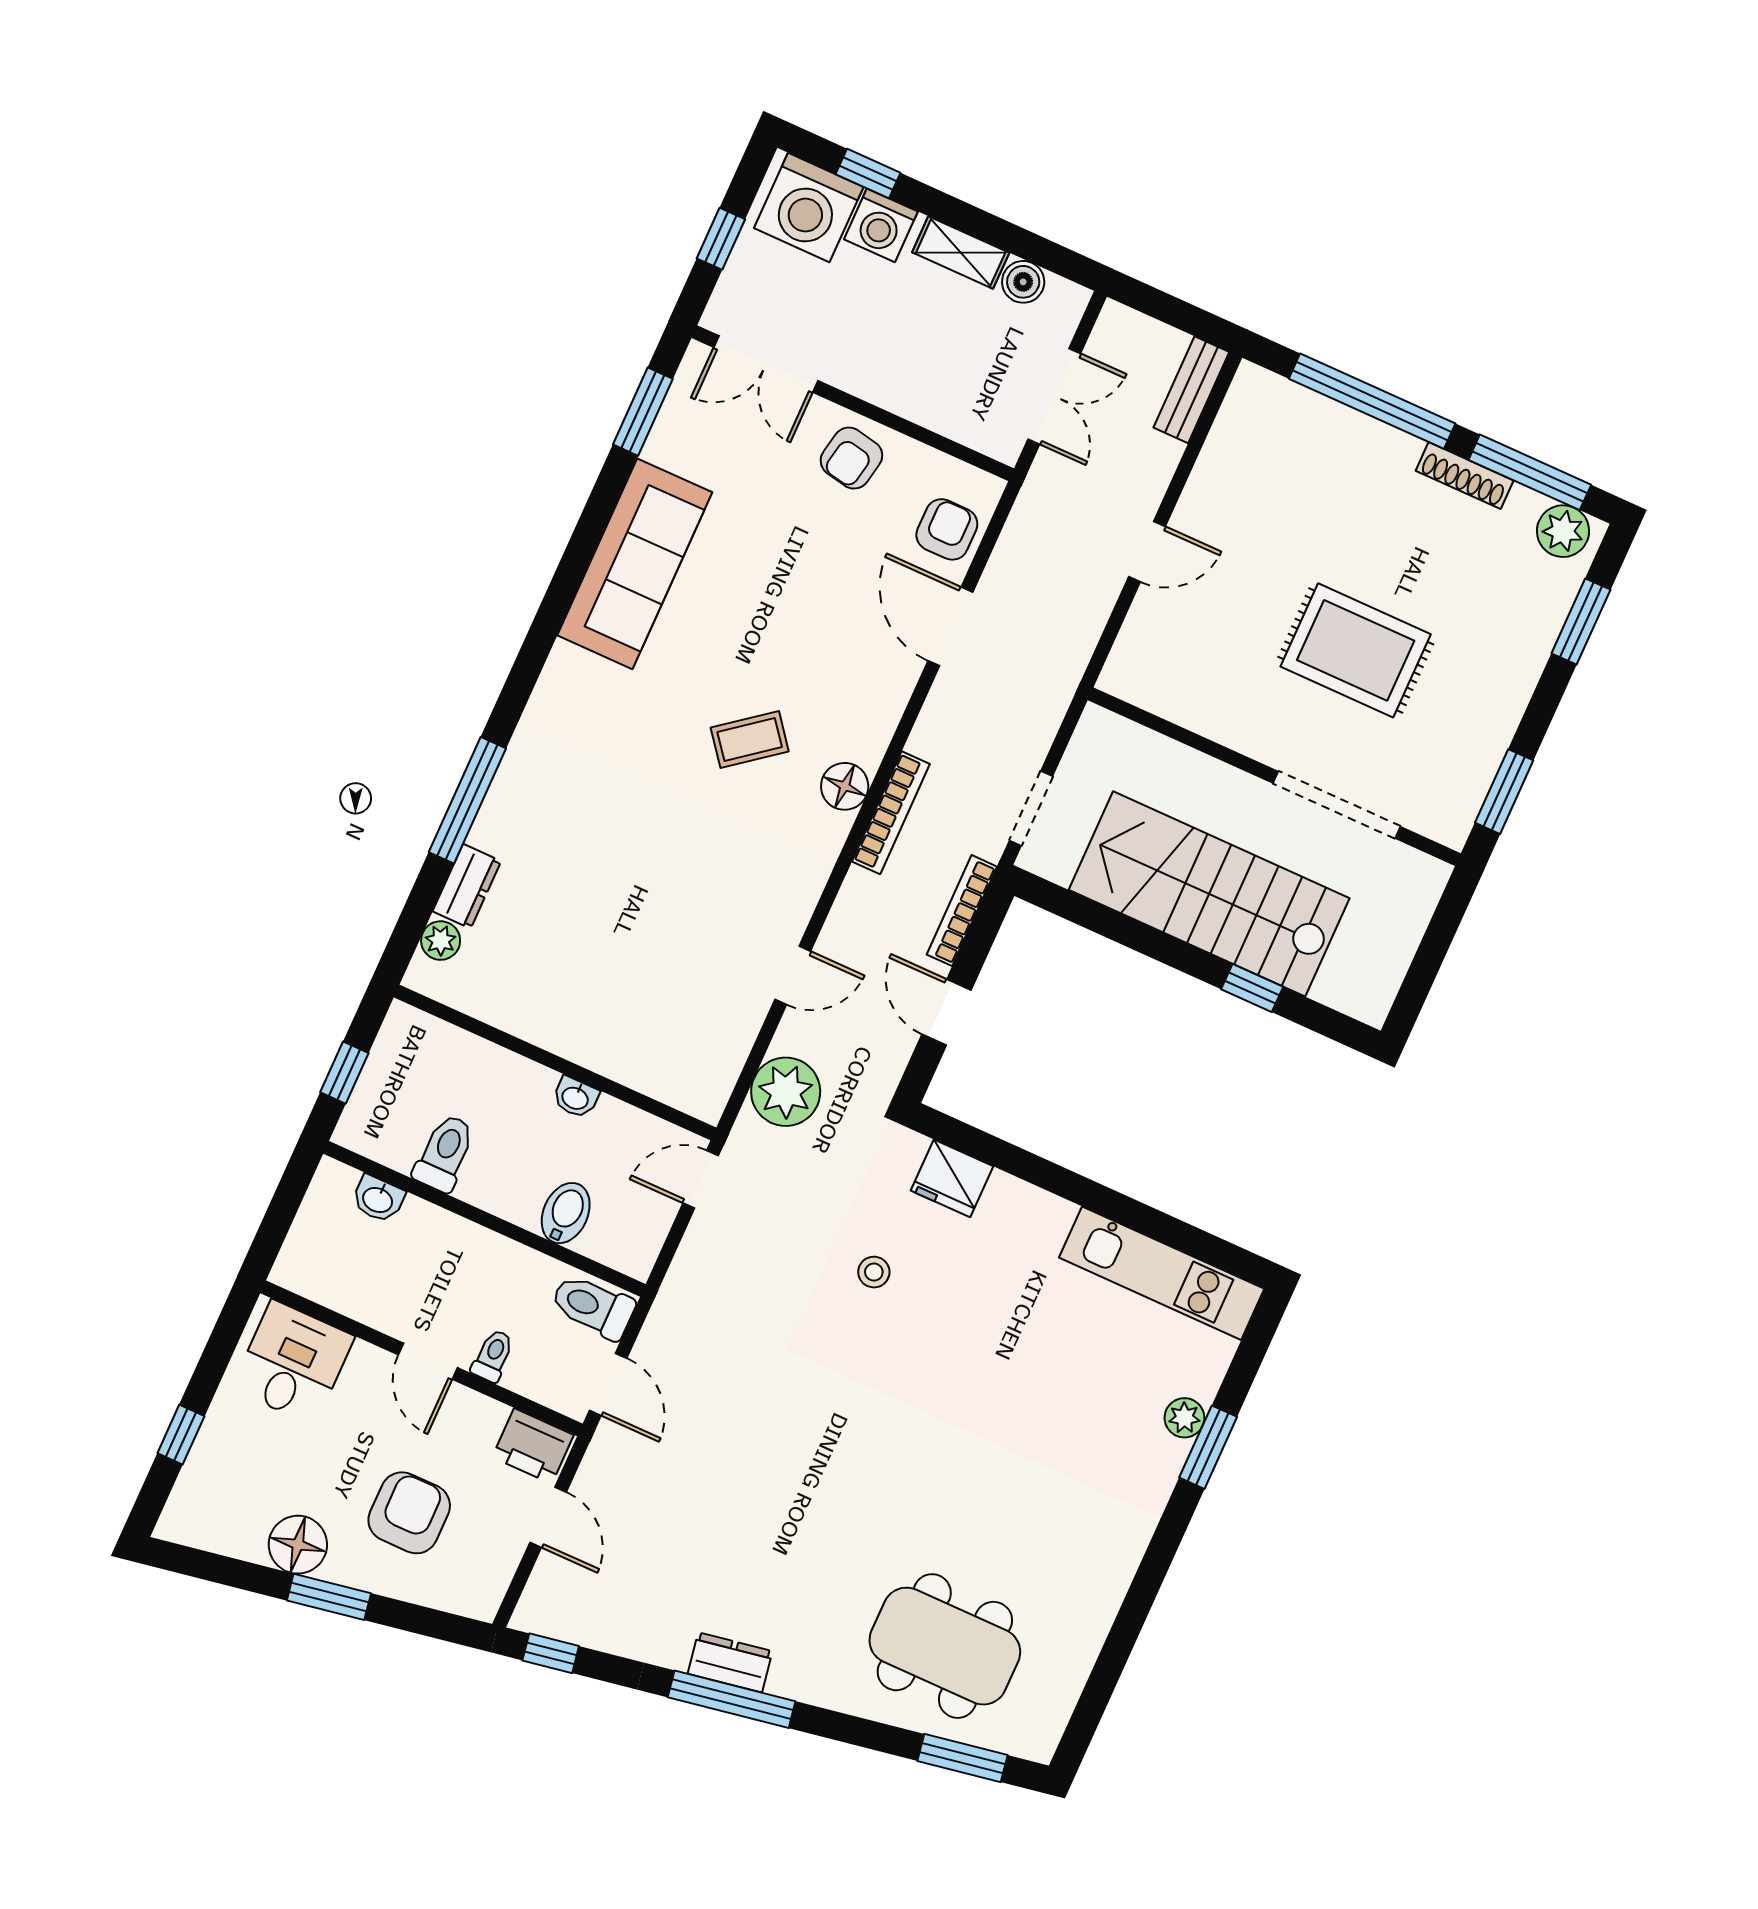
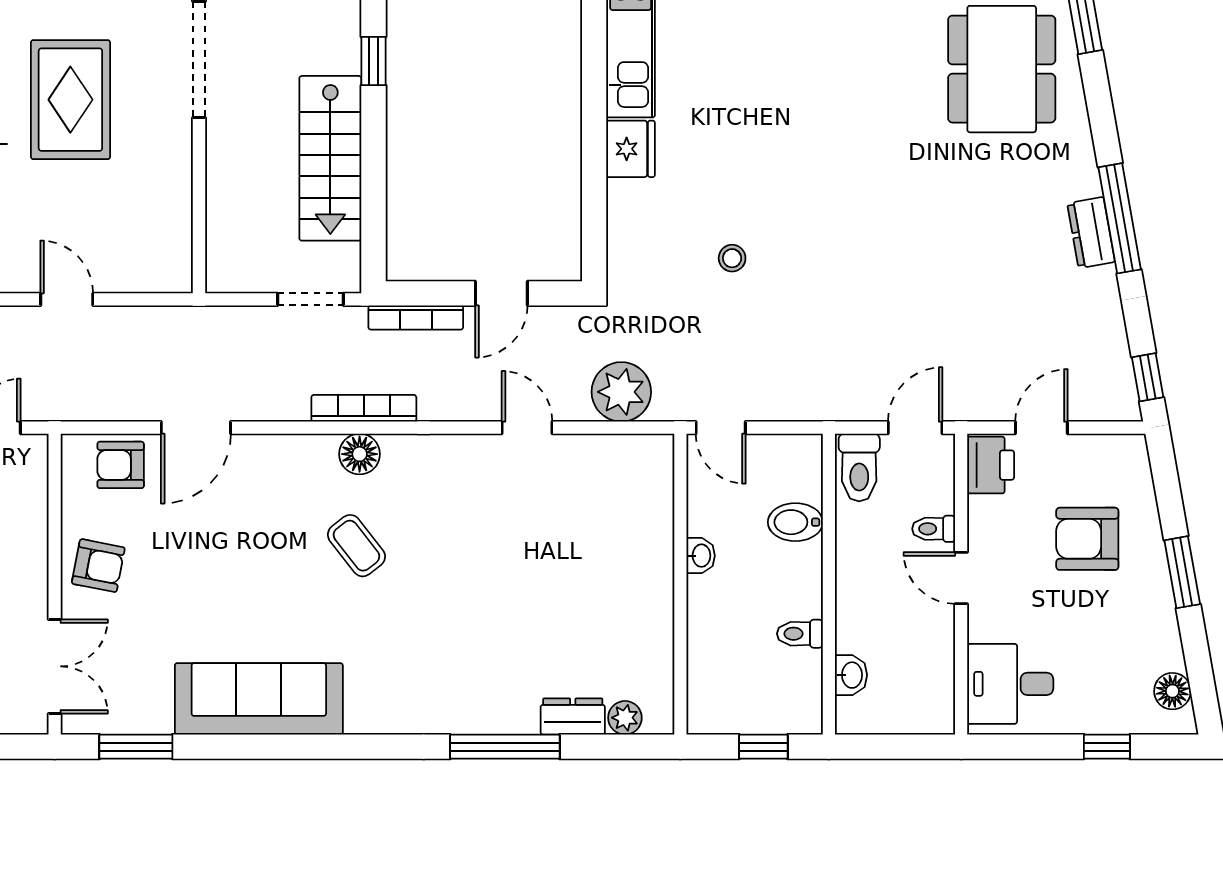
stairs: (1209, 894) -> (330, 158), width x0.73, depth x0.66
toilet: (445, 1153) -> (800, 634), width x0.73, depth x0.72
fridge: (952, 1178) -> (630, 149), moved
door: (428, 1361) -> (961, 578), swing flipped
floor lamp: (298, 1545) -> (1172, 691), moved, width x0.73, depth x0.73

